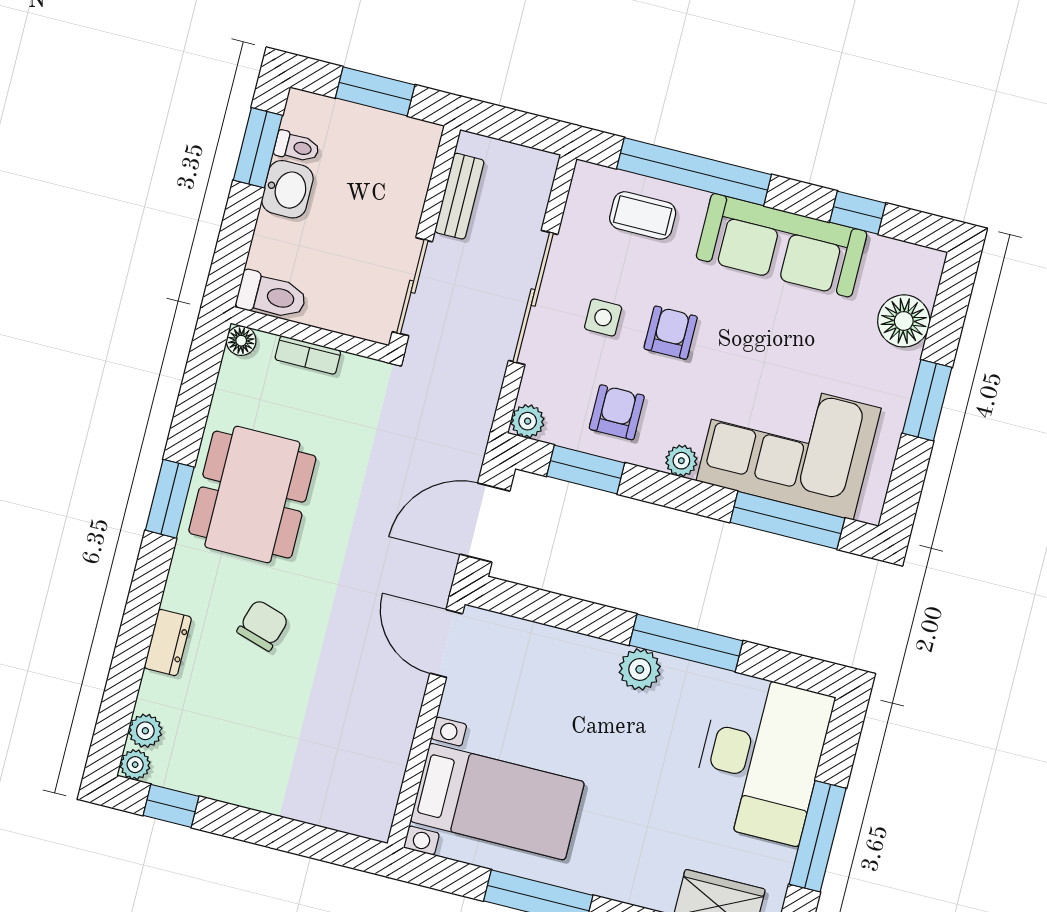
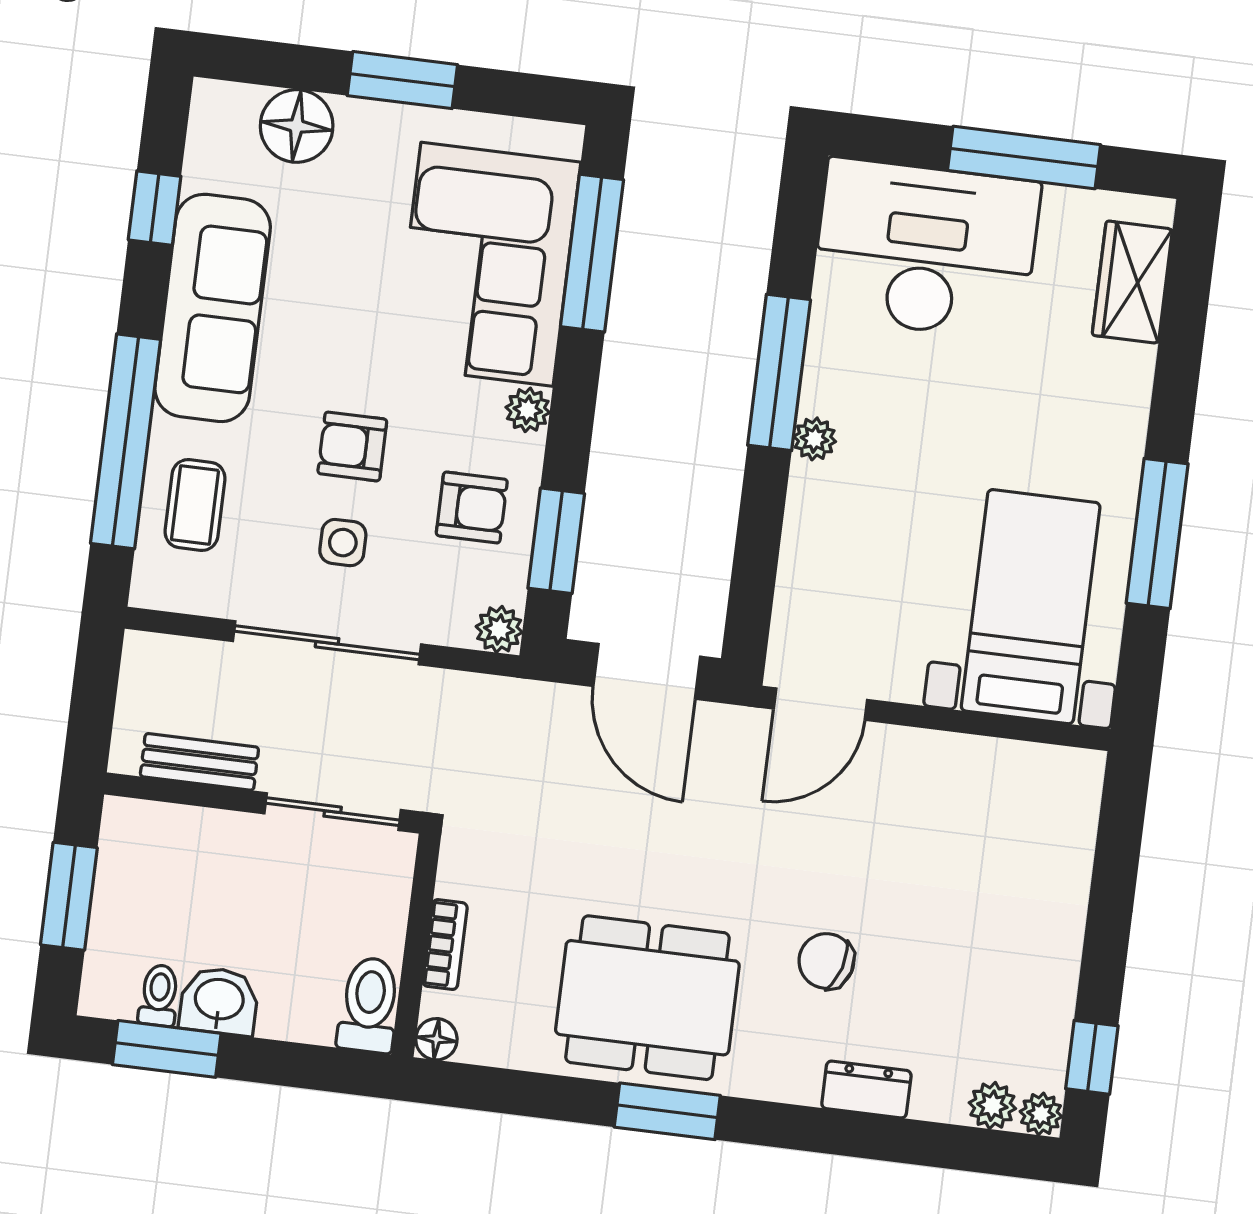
armchair: (617, 412) -> (472, 507), turned 180
plant: (640, 669) -> (815, 439), width x0.73, depth x0.73

